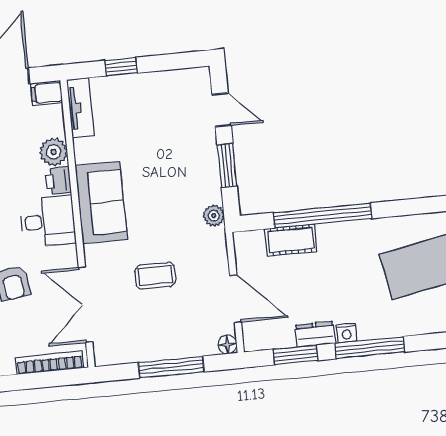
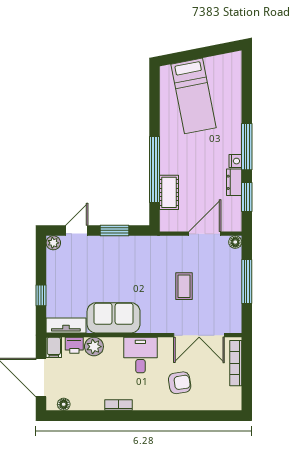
printer: (58, 181) -> (74, 345), moved
sofa: (101, 202) -> (114, 318), moved
plant: (214, 216) -> (53, 243), moved

